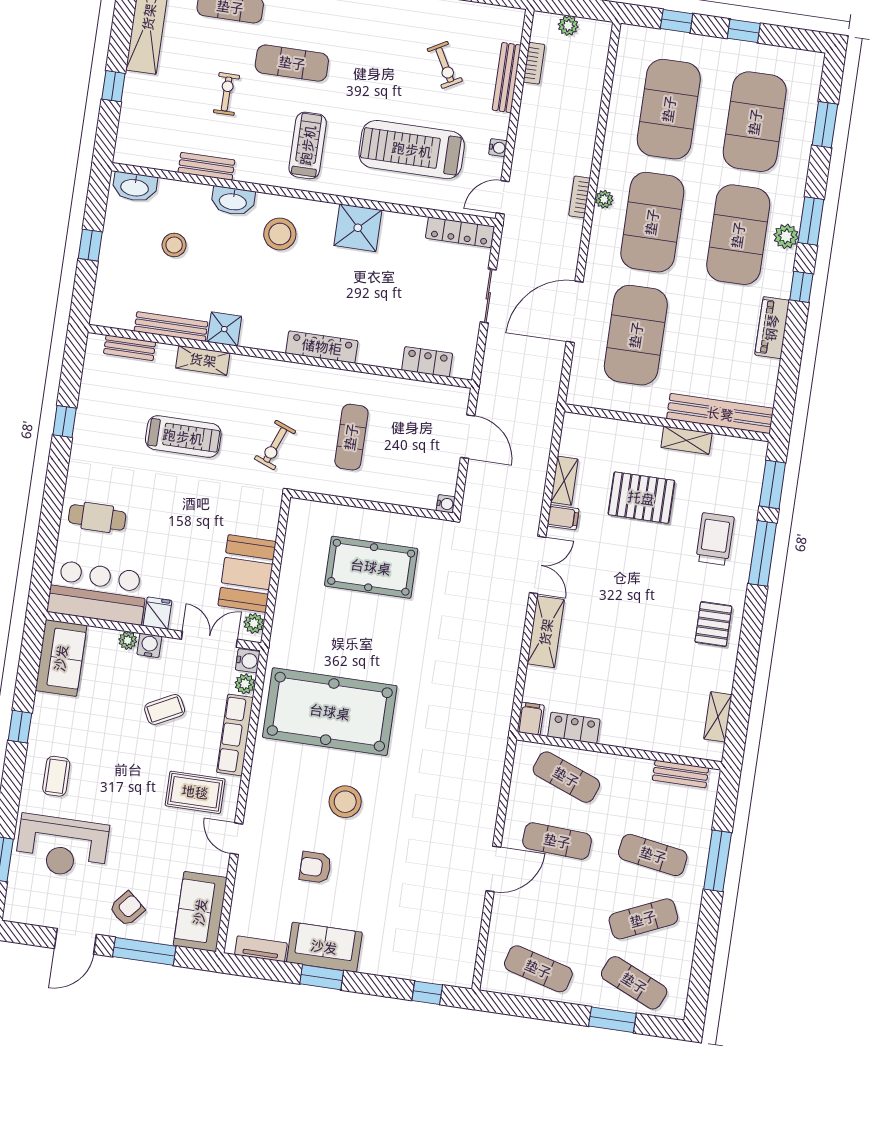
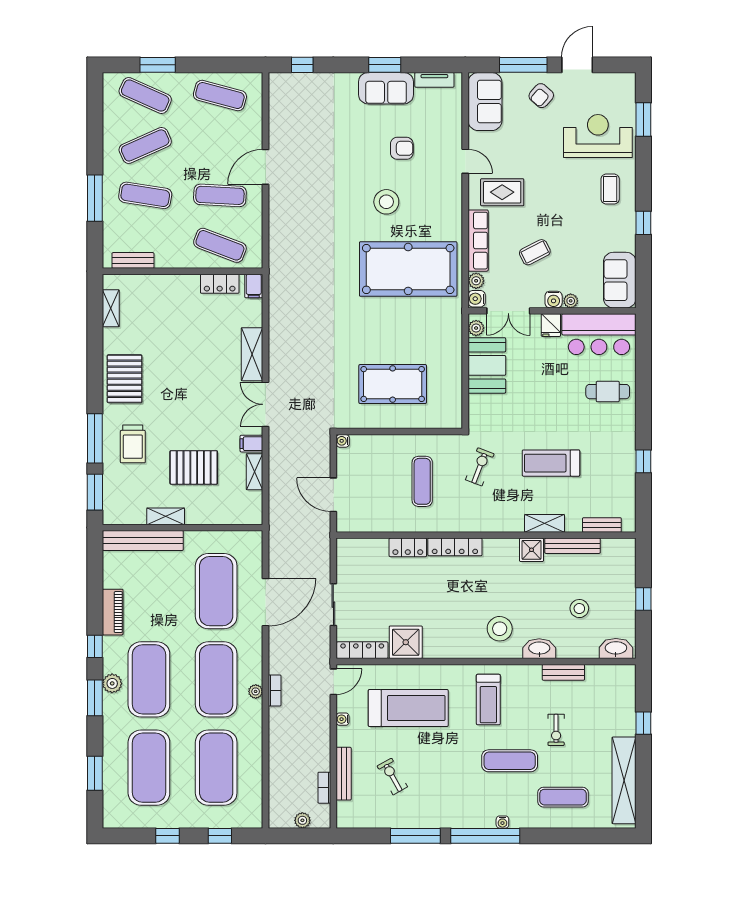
shower: (358, 228) -> (406, 642), moved
locker: (427, 362) -> (408, 547), moved
pallet: (713, 624) -> (125, 379), width x1.50, depth x1.42

